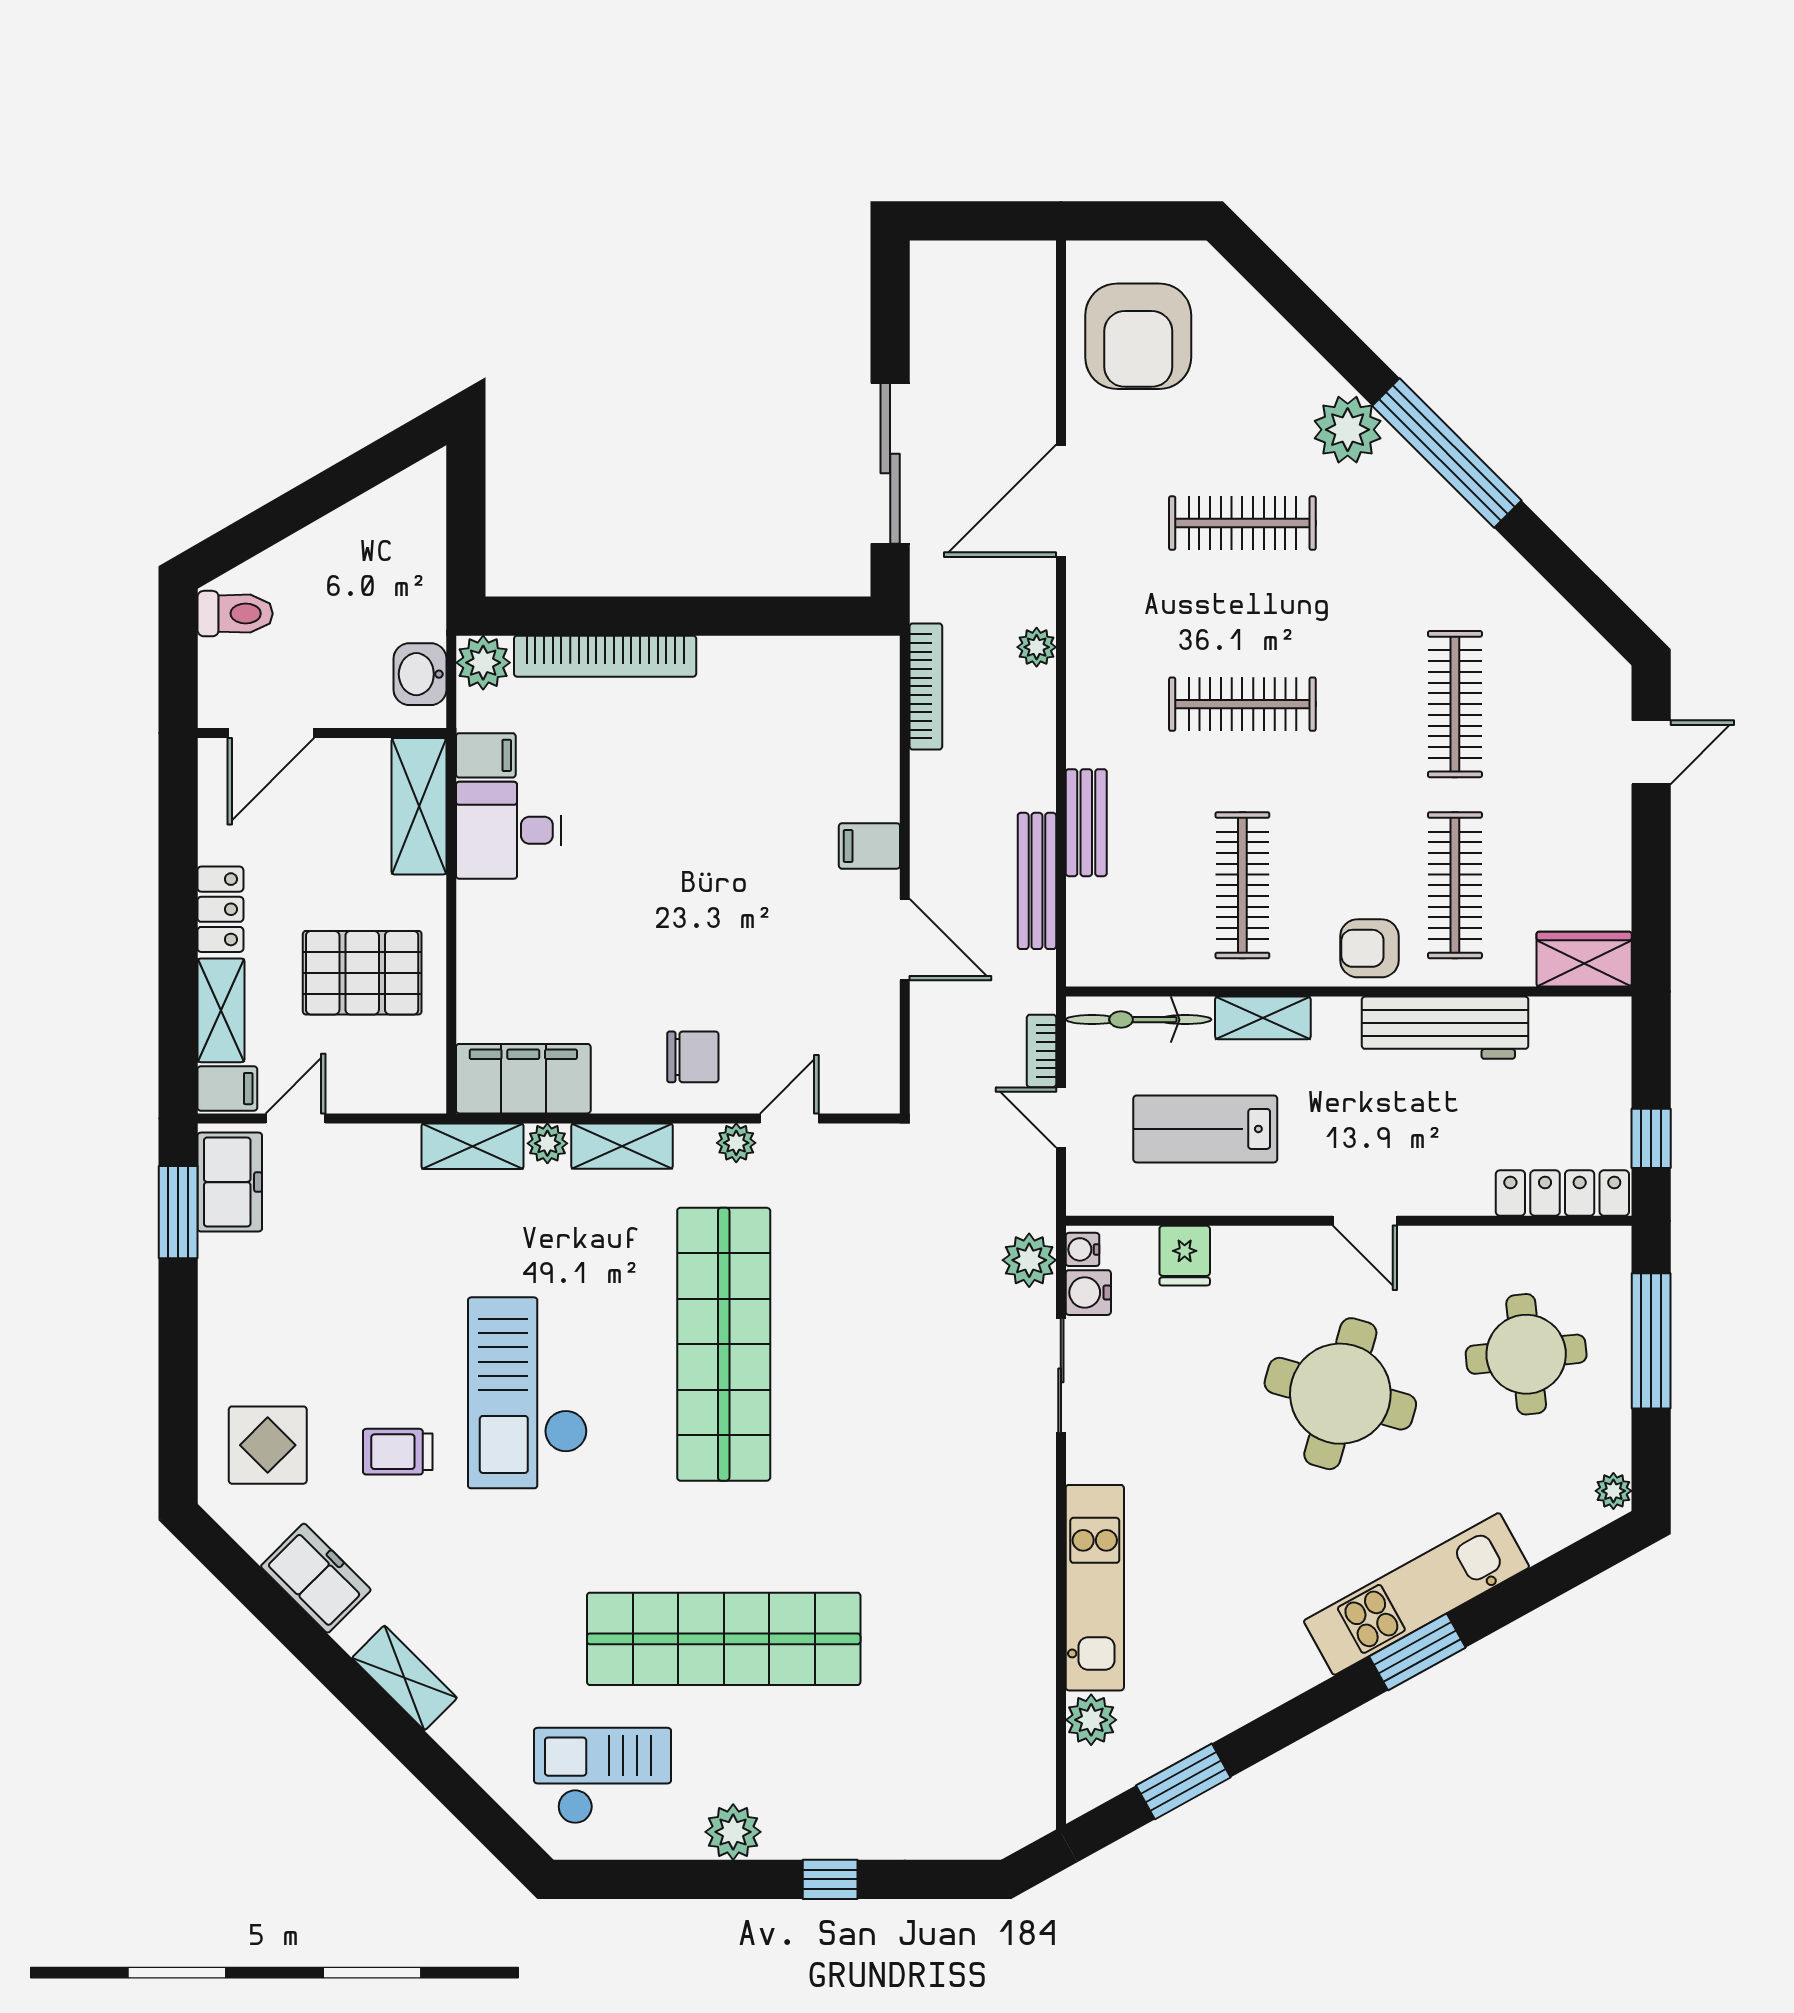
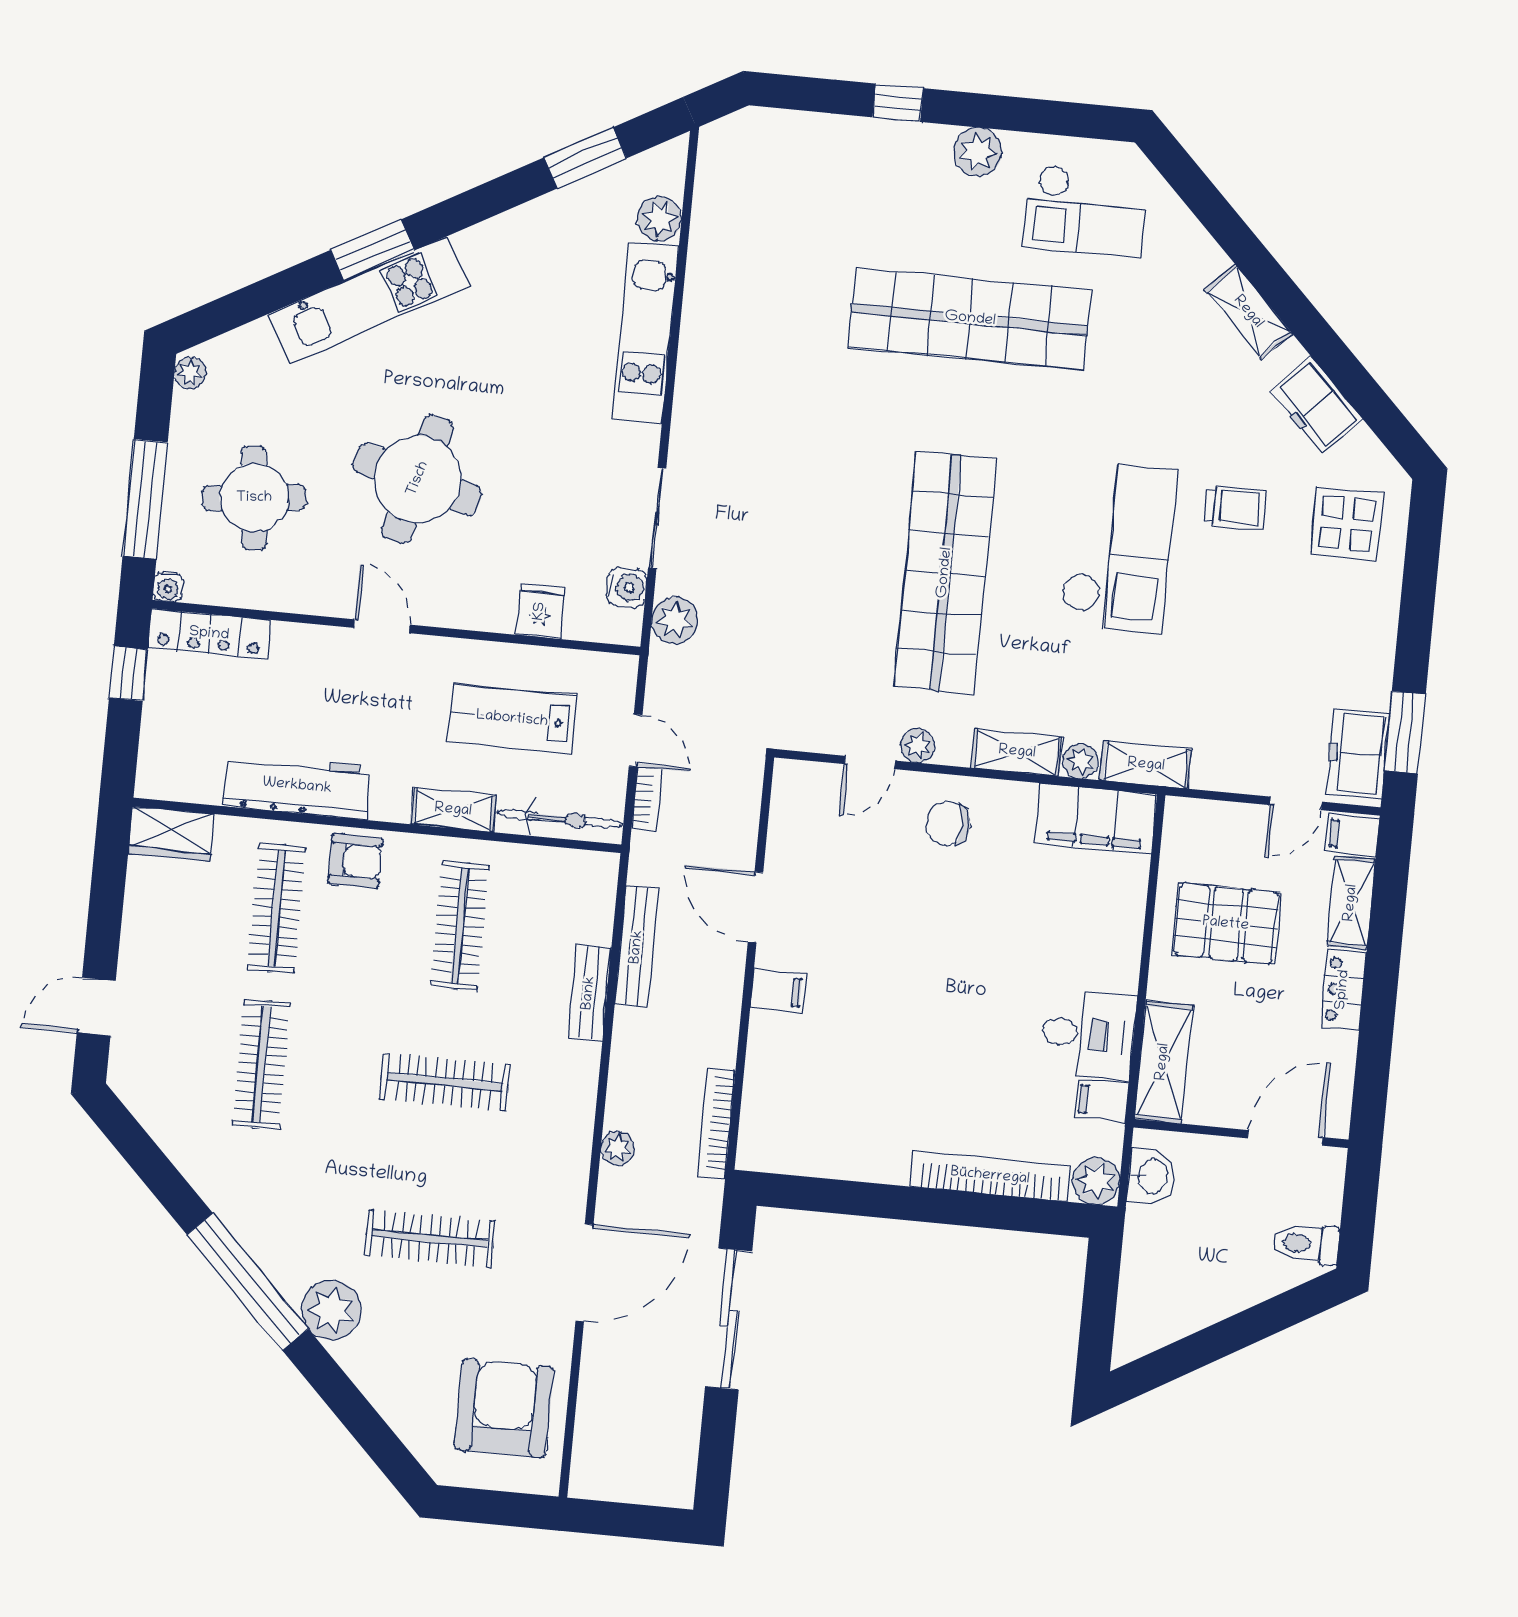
lab bench: (1205, 1129) -> (512, 719), turned 180
water cooler: (1082, 1249) -> (168, 587), moved, turned 90

